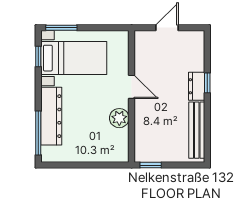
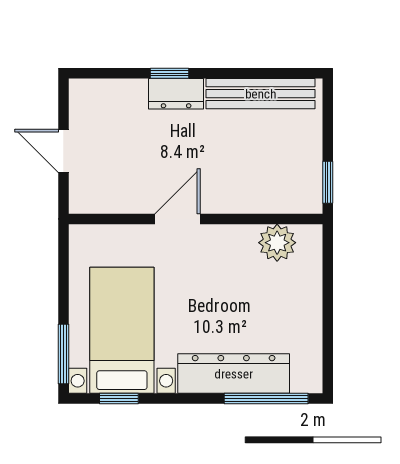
plant: (119, 118) -> (277, 243), moved

